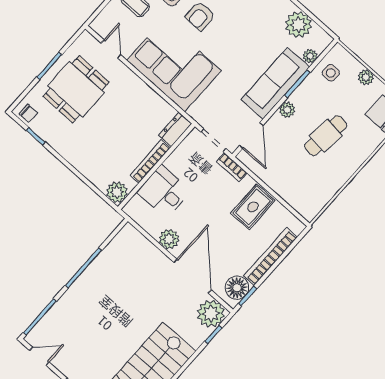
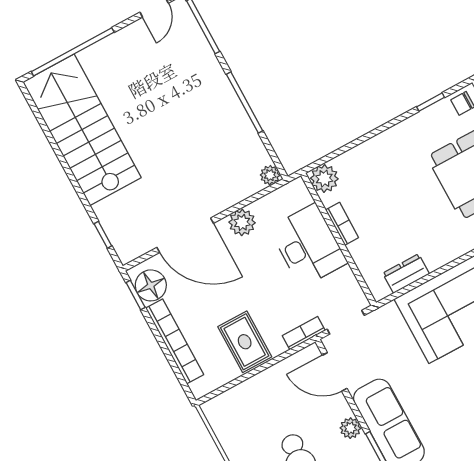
dresser: (175, 129) -> (406, 274), moved, turned -90
bookcase: (150, 162) -> (342, 224), width x0.64
desk: (164, 192) -> (308, 245), width x1.37
plant: (211, 314) -> (270, 175), moved, width x0.53, depth x0.53

